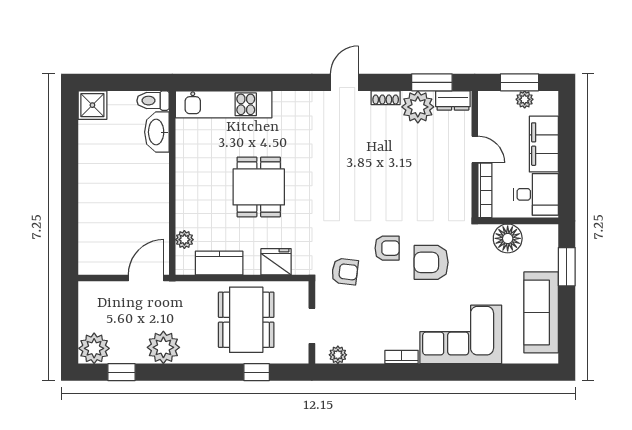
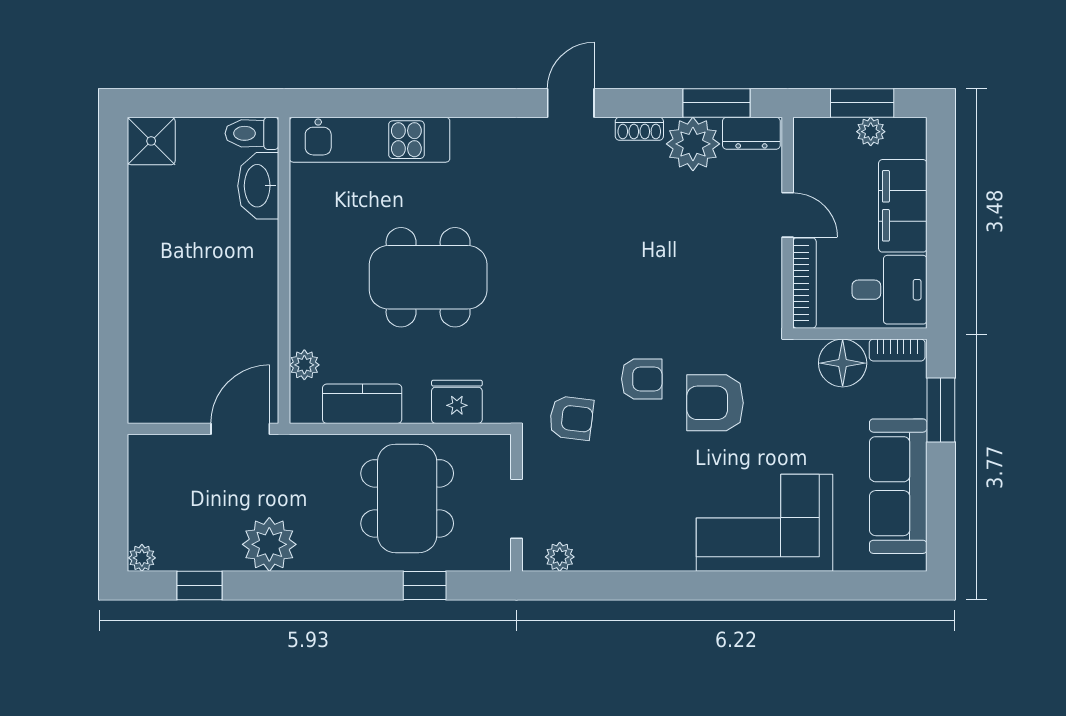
dining table: (259, 187) -> (428, 277), width x1.37
plant: (94, 348) -> (142, 558), width x0.53, depth x0.53
bookcase: (402, 357) -> (897, 350), moved, turned 180

